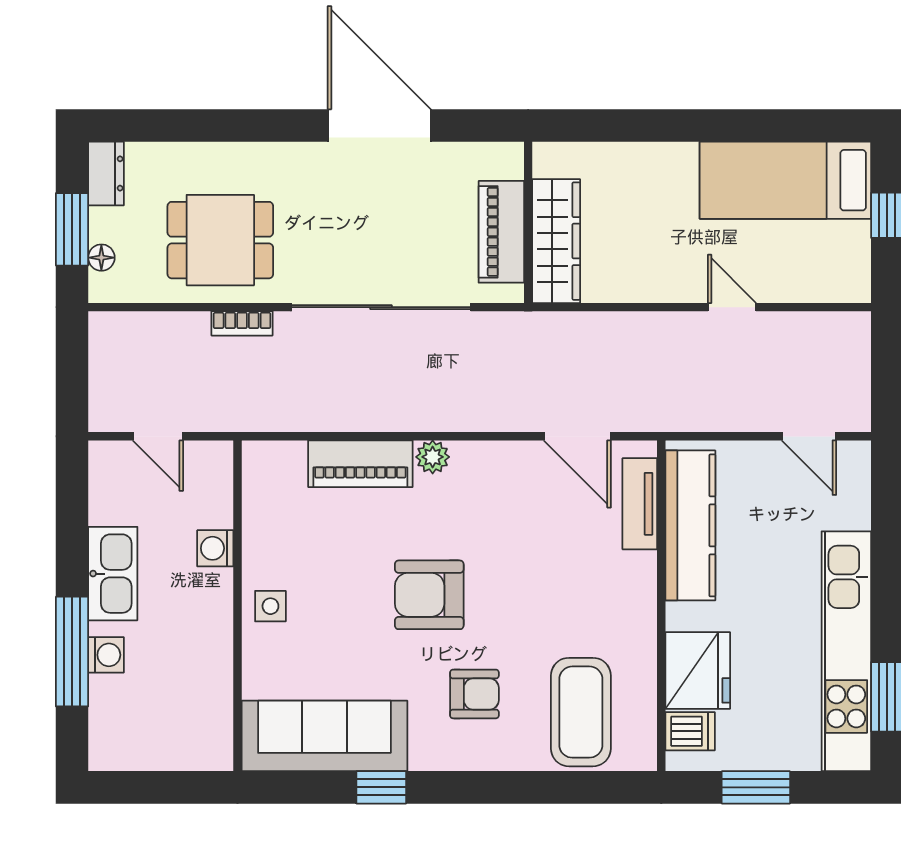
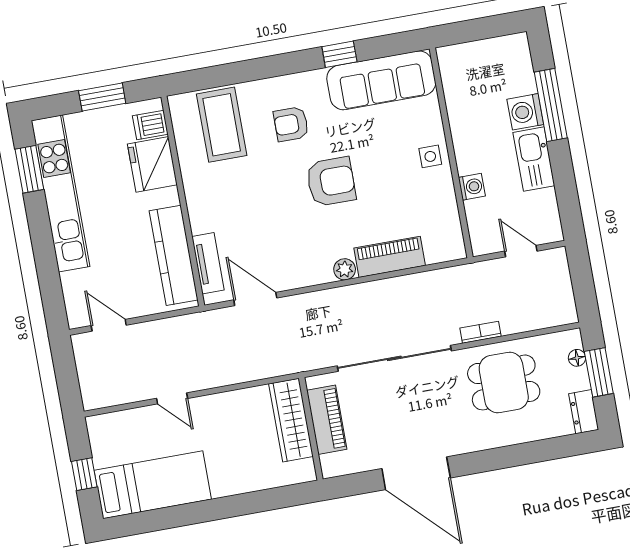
washing machine: (106, 655) -> (525, 112), width x1.38, depth x1.38

